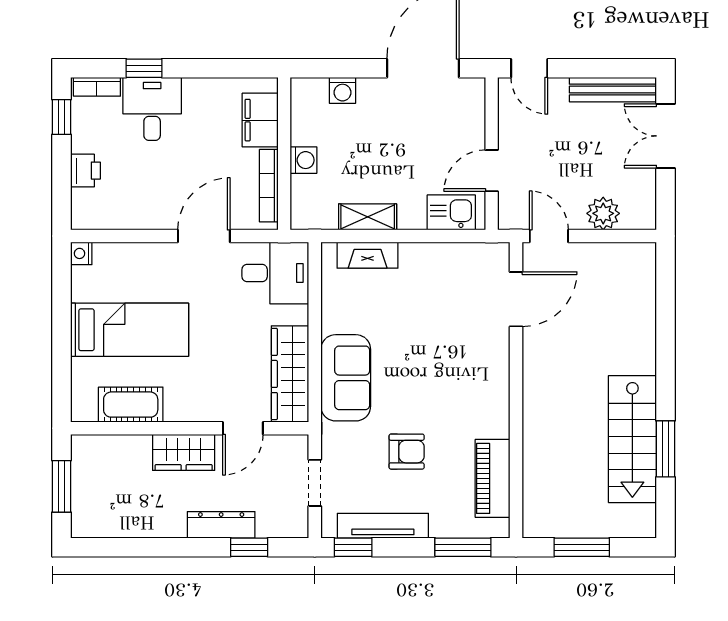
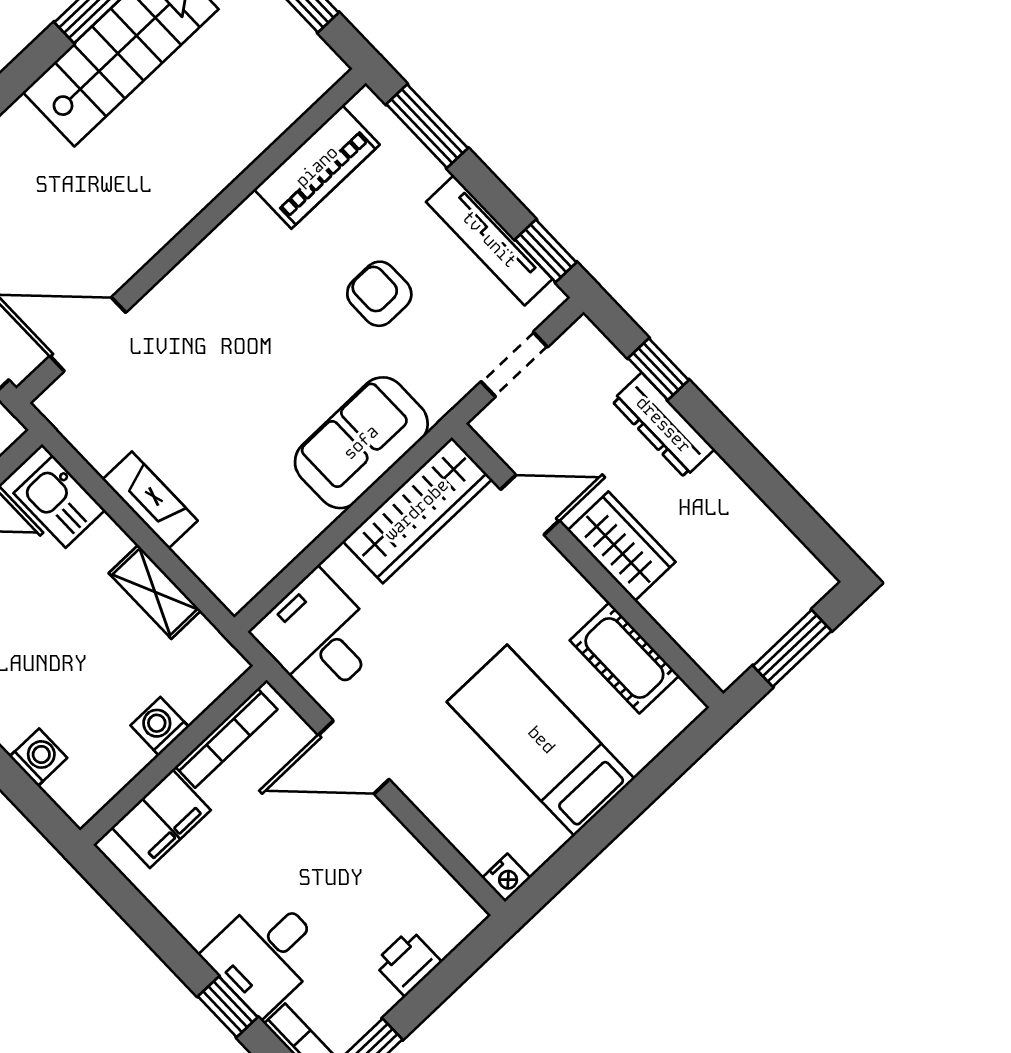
fireplace: (368, 255) -> (150, 500), moved

